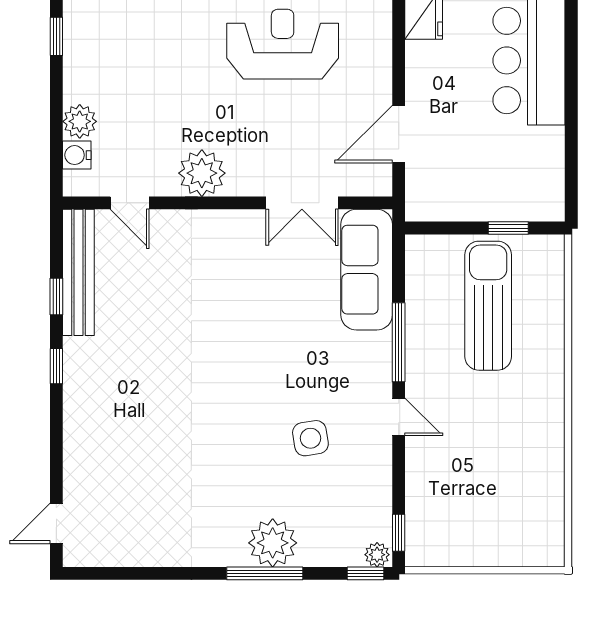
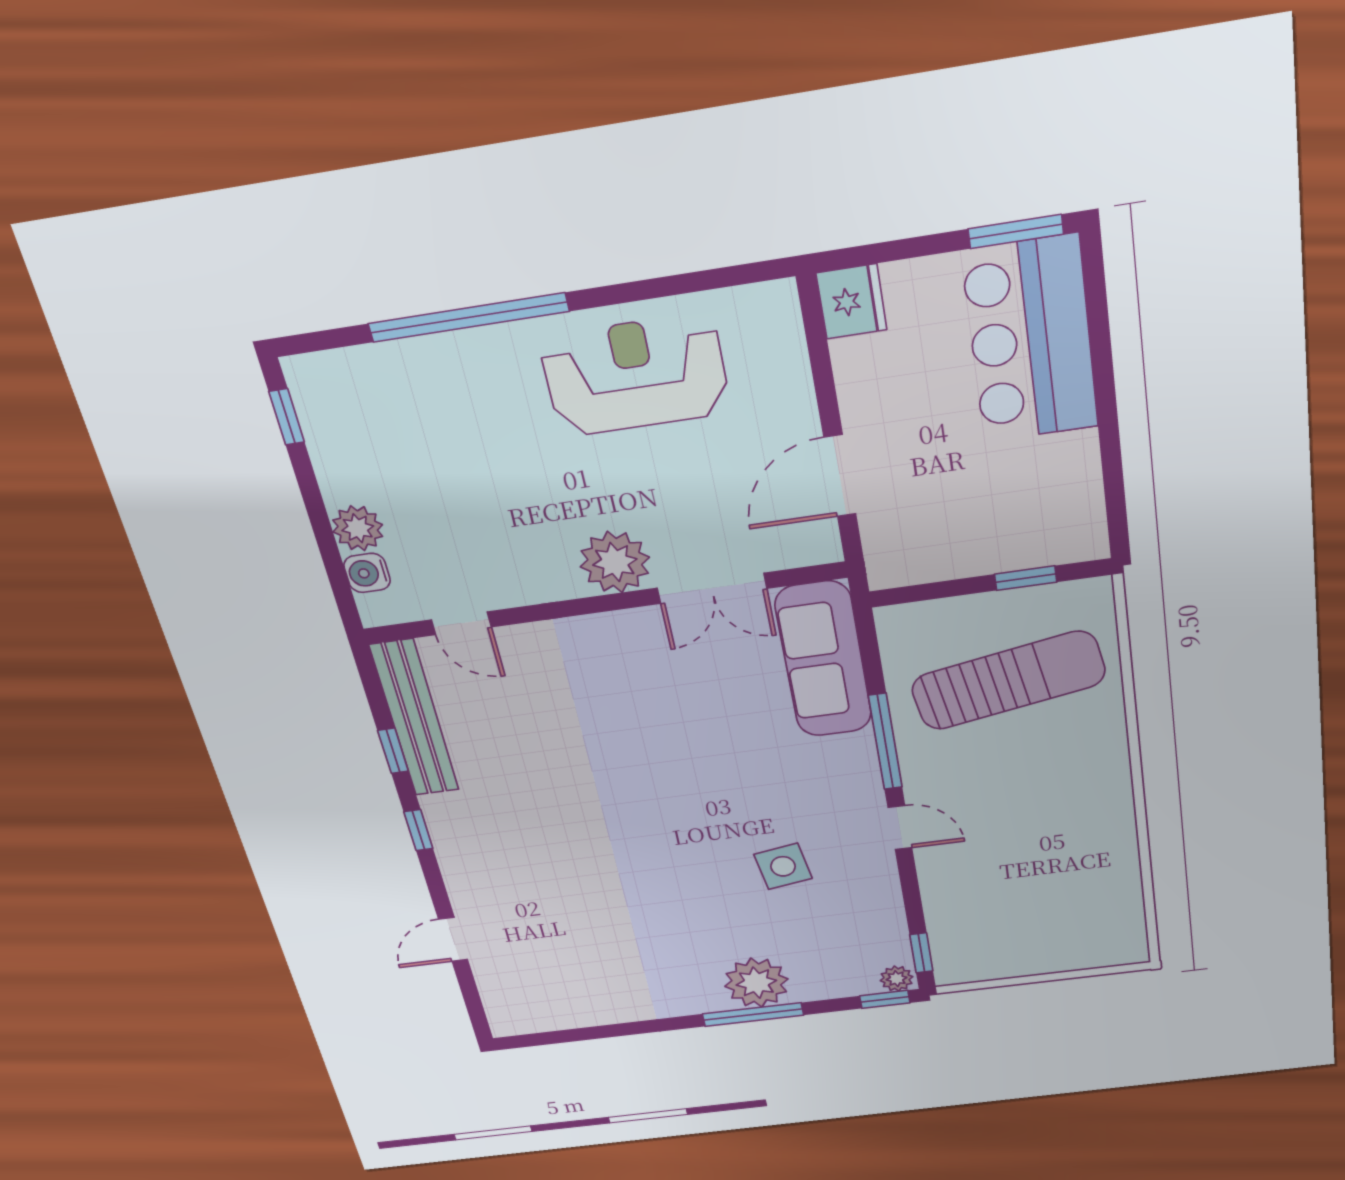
plant: (202, 173) -> (615, 562), moved
sun lounger: (488, 306) -> (1008, 681), turned 80
door: (56, 523) -> (453, 939), moved

